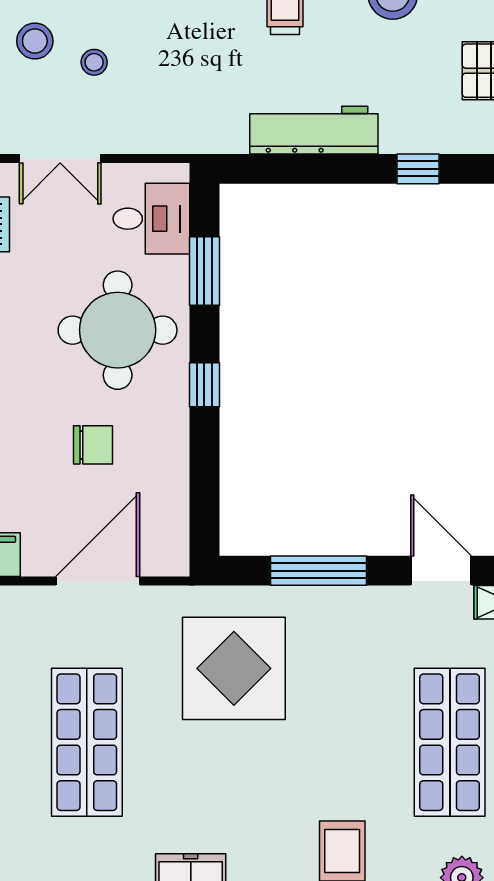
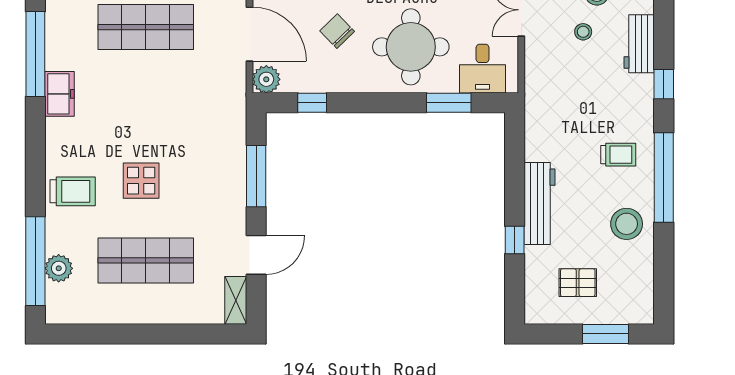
workbench: (314, 130) -> (540, 203), moved
window: (204, 385) -> (312, 103), moved
chair: (93, 445) -> (337, 31), turned 136
plant: (168, 555) -> (266, 79), added
display table: (234, 668) -> (141, 181), moved, width x0.54, depth x0.54

